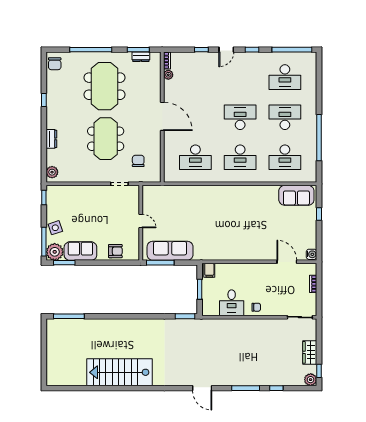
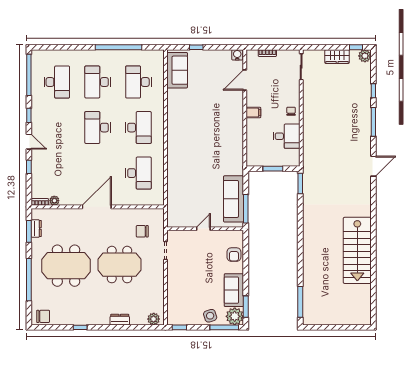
desk: (285, 157) -> (138, 82), turned 180
armchair: (115, 251) -> (234, 255), turned 180
filing cabinet: (209, 270) -> (253, 113), moved

